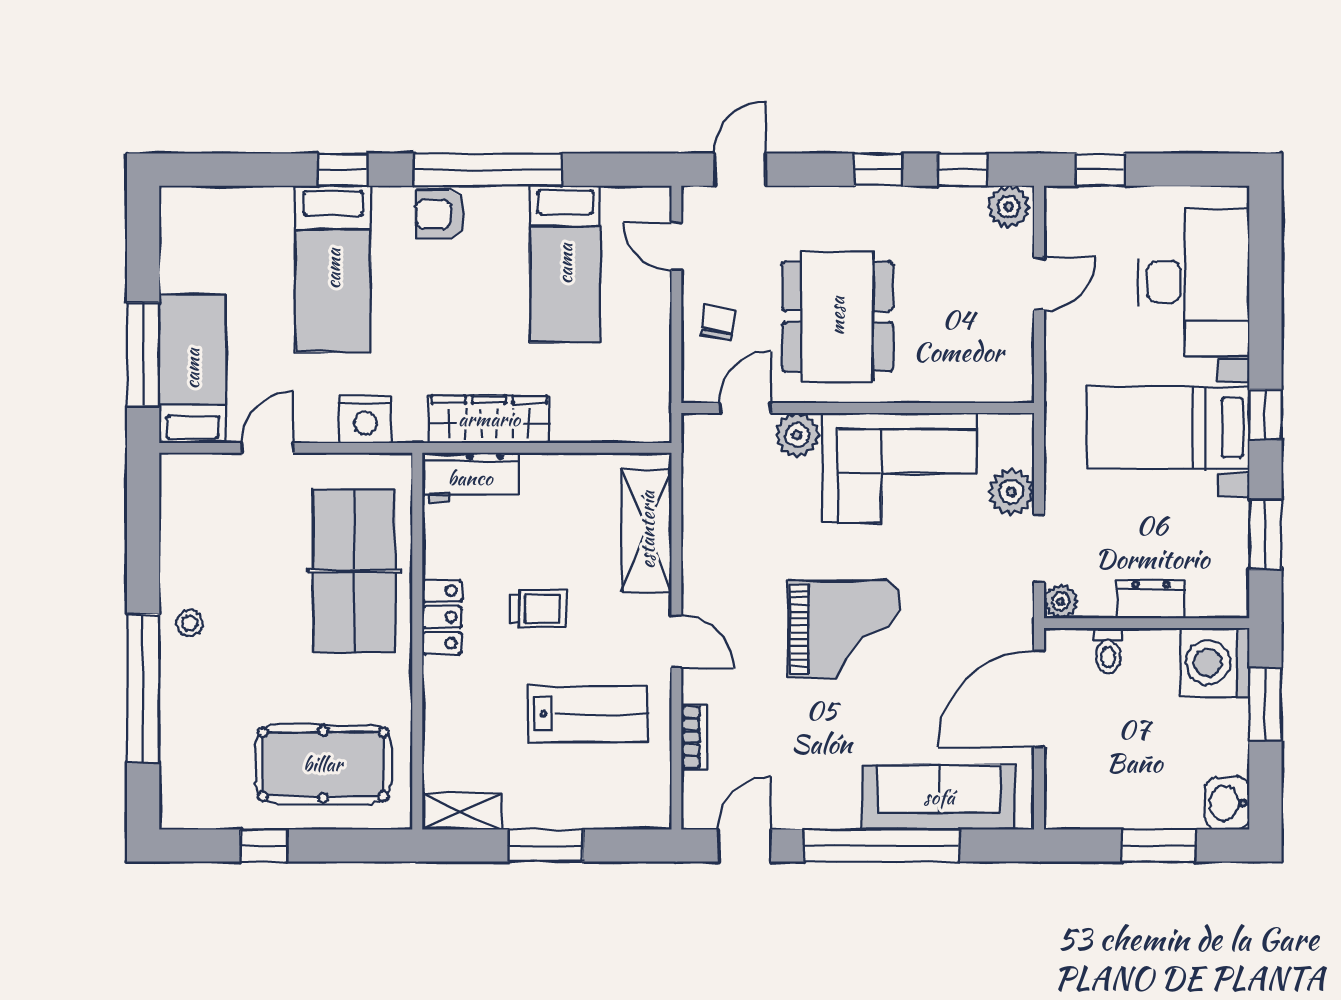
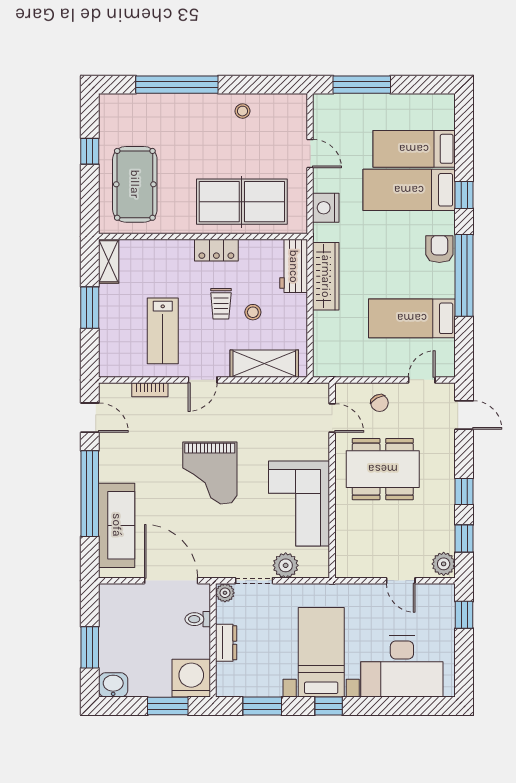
chair: (718, 322) -> (379, 403), turned 53
bed: (192, 369) -> (414, 149), moved, turned 180
plant: (797, 435) -> (317, 447), removed
stool: (554, 551) -> (253, 312), added
stool: (190, 623) -> (243, 111), moved

